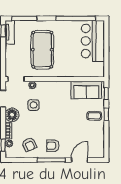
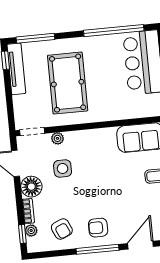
tv unit: (10, 32) -> (16, 69), width x1.41

